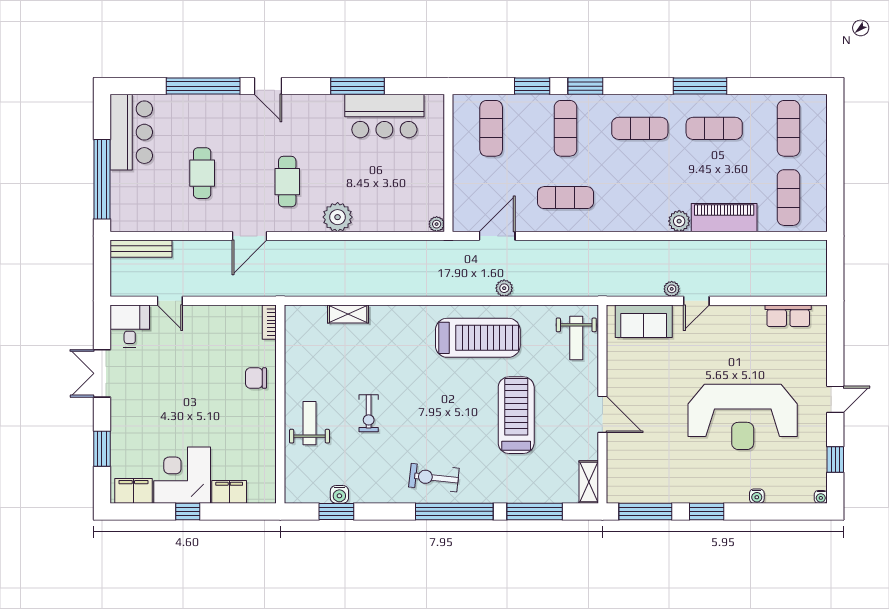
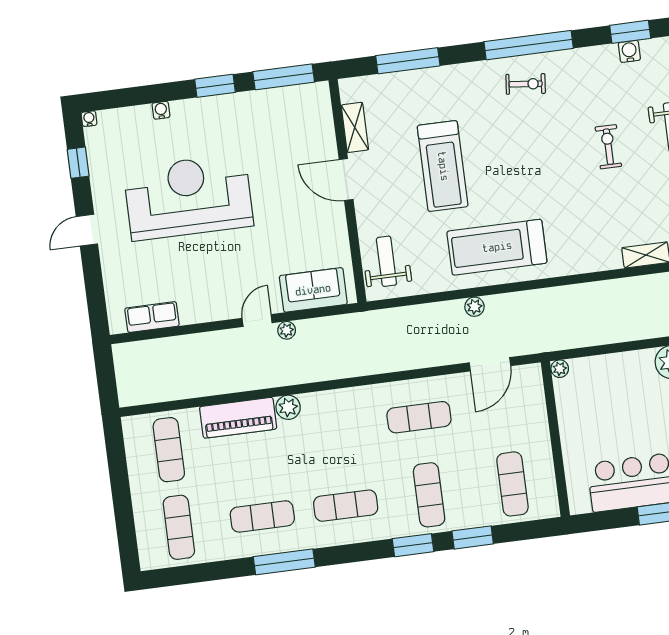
exercise bike: (434, 478) -> (526, 84), width x0.73, depth x0.72
shelving: (589, 482) -> (355, 127), moved
window: (454, 511) -> (529, 45), moved

